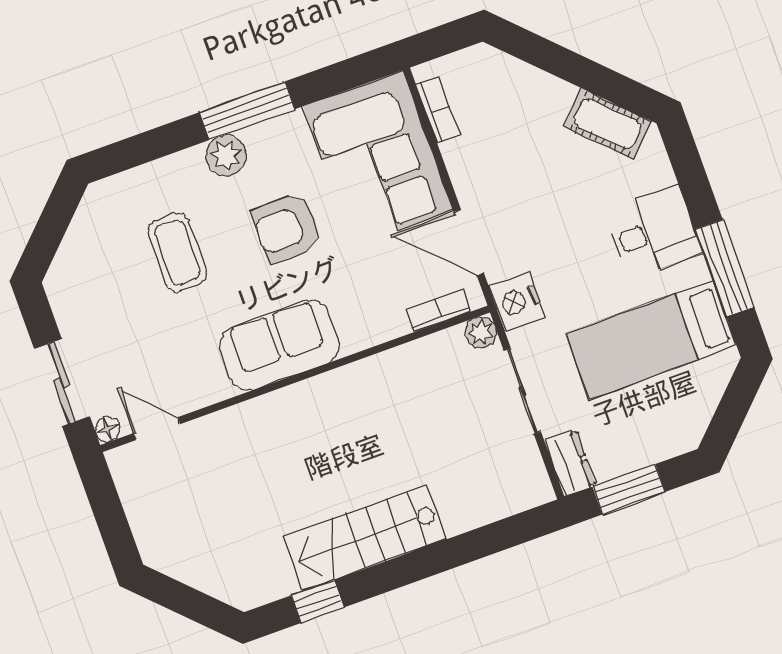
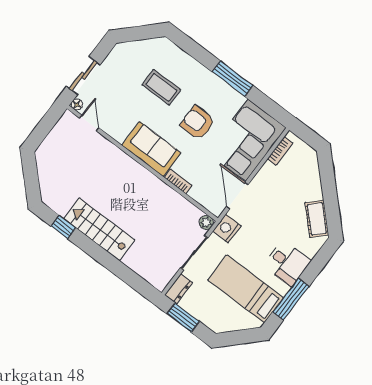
plant: (226, 155) -> (210, 82), removed
coffee table: (177, 252) -> (161, 87), turned 90
bookcase: (439, 311) -> (178, 181), moved

